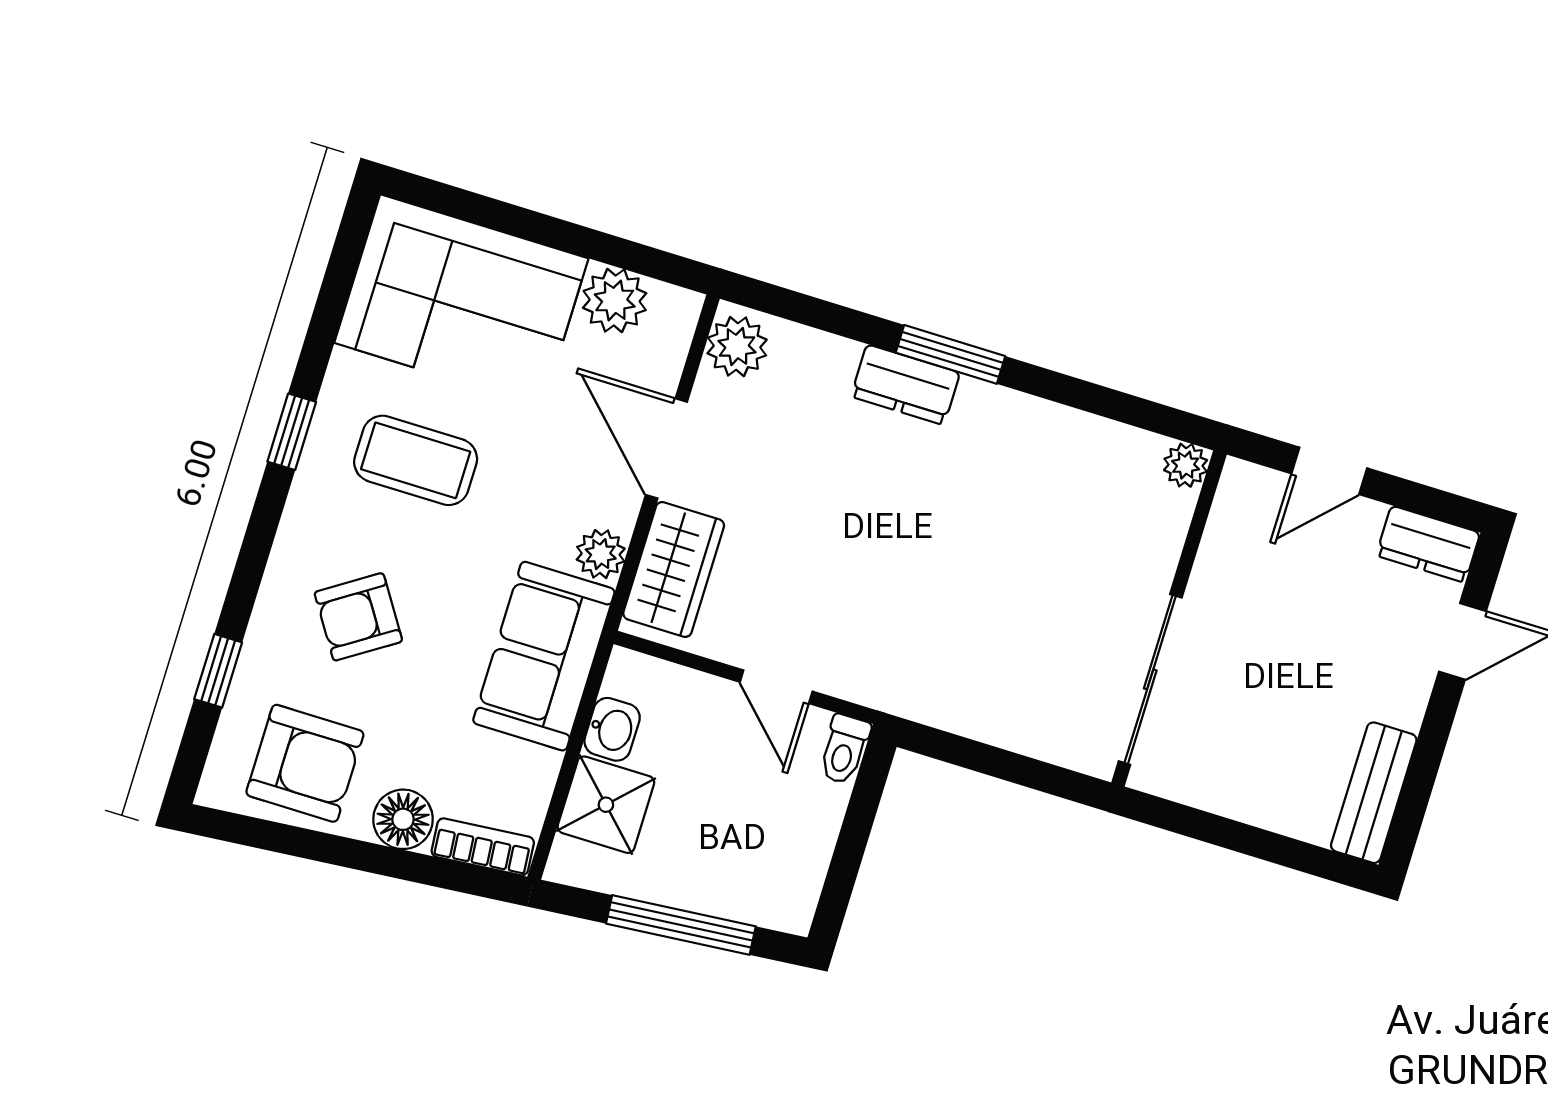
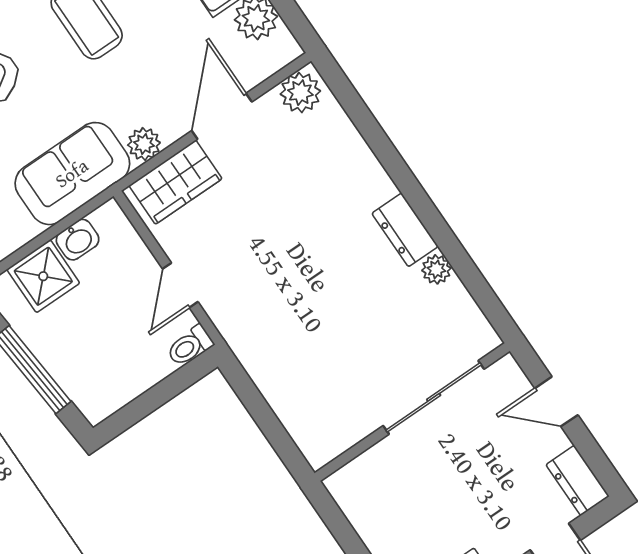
window: (950, 354) -> (408, 185), removed
dresser: (905, 385) -> (405, 230), moved
plant: (1186, 465) -> (436, 269), moved
sliding door: (1150, 679) -> (434, 397), moved

